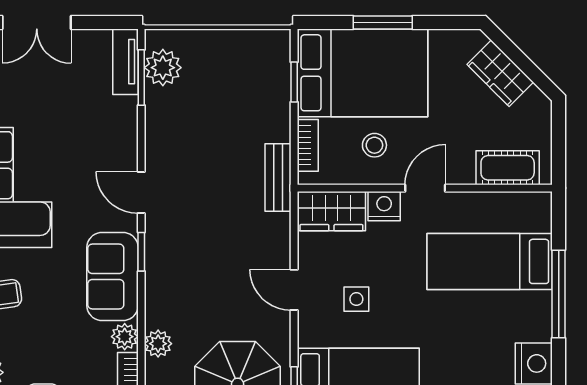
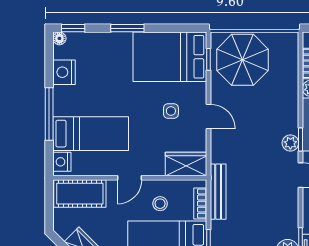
cot: (508, 168) -> (80, 194), width x1.37, depth x1.34
bench: (278, 178) -> (218, 192), width x1.36
nightstand: (384, 206) -> (62, 162), moved, turned 90
plant: (158, 344) -> (290, 143), moved

